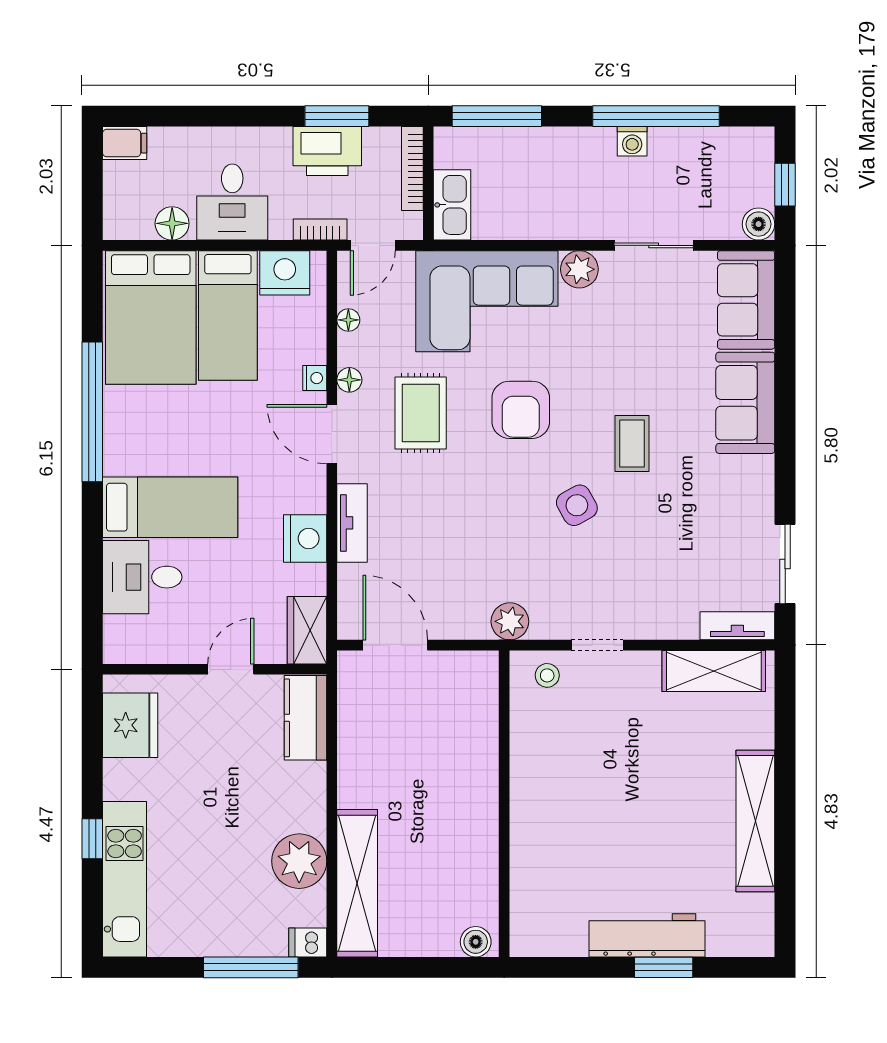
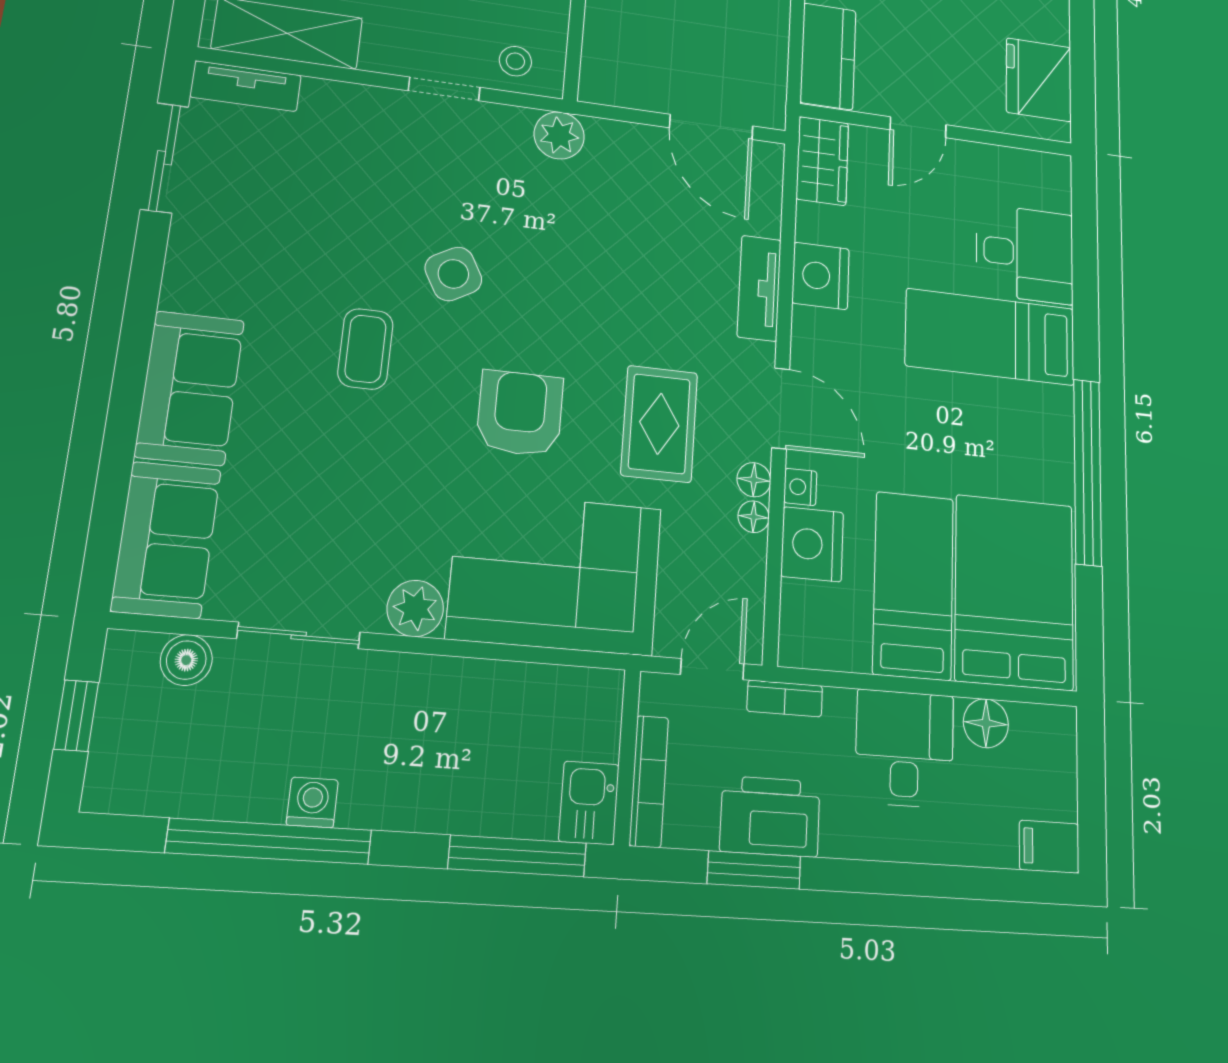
kitchen sink: (452, 205) -> (589, 803), moved, width x0.73
boiler: (759, 224) -> (186, 660), moved
nightstand: (285, 273) -> (812, 544), moved, turned 90
floor lamp: (348, 320) -> (754, 517), moved

